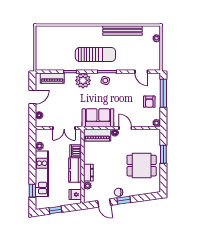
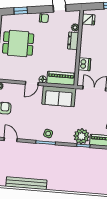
sun lounger: (95, 55) -> (56, 161), removed
plant: (83, 80) -> (82, 136), moved
door: (125, 128) -> (32, 83), hinge flipped
kitchen counter: (75, 170) -> (86, 45), removed
window: (124, 200) -> (21, 11), moved

